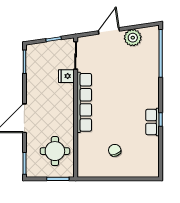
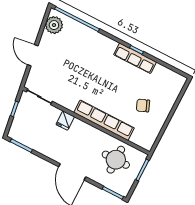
plant: (133, 38) -> (54, 25), moved
fridge: (66, 76) -> (65, 121), moved
row of seats: (84, 102) -> (104, 120), moved
row of seats: (153, 122) -> (135, 58), width x1.48

